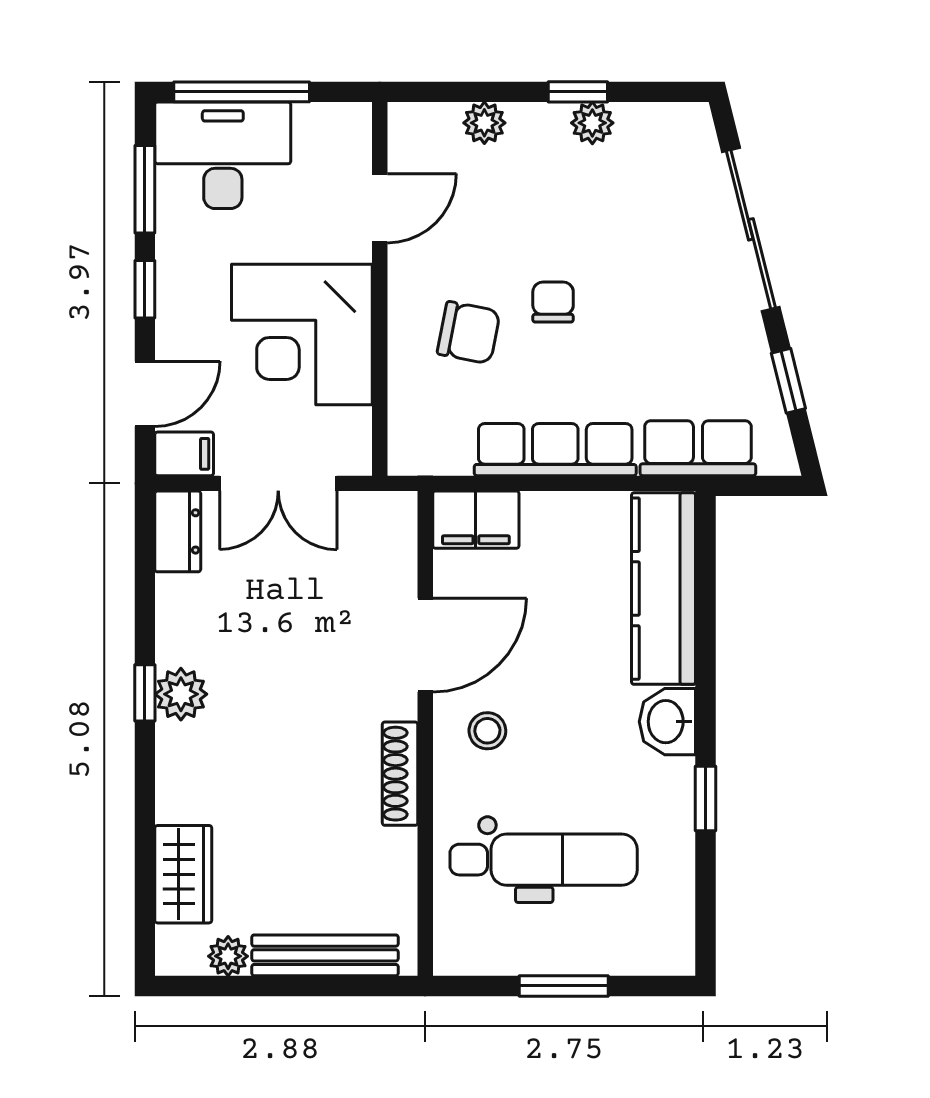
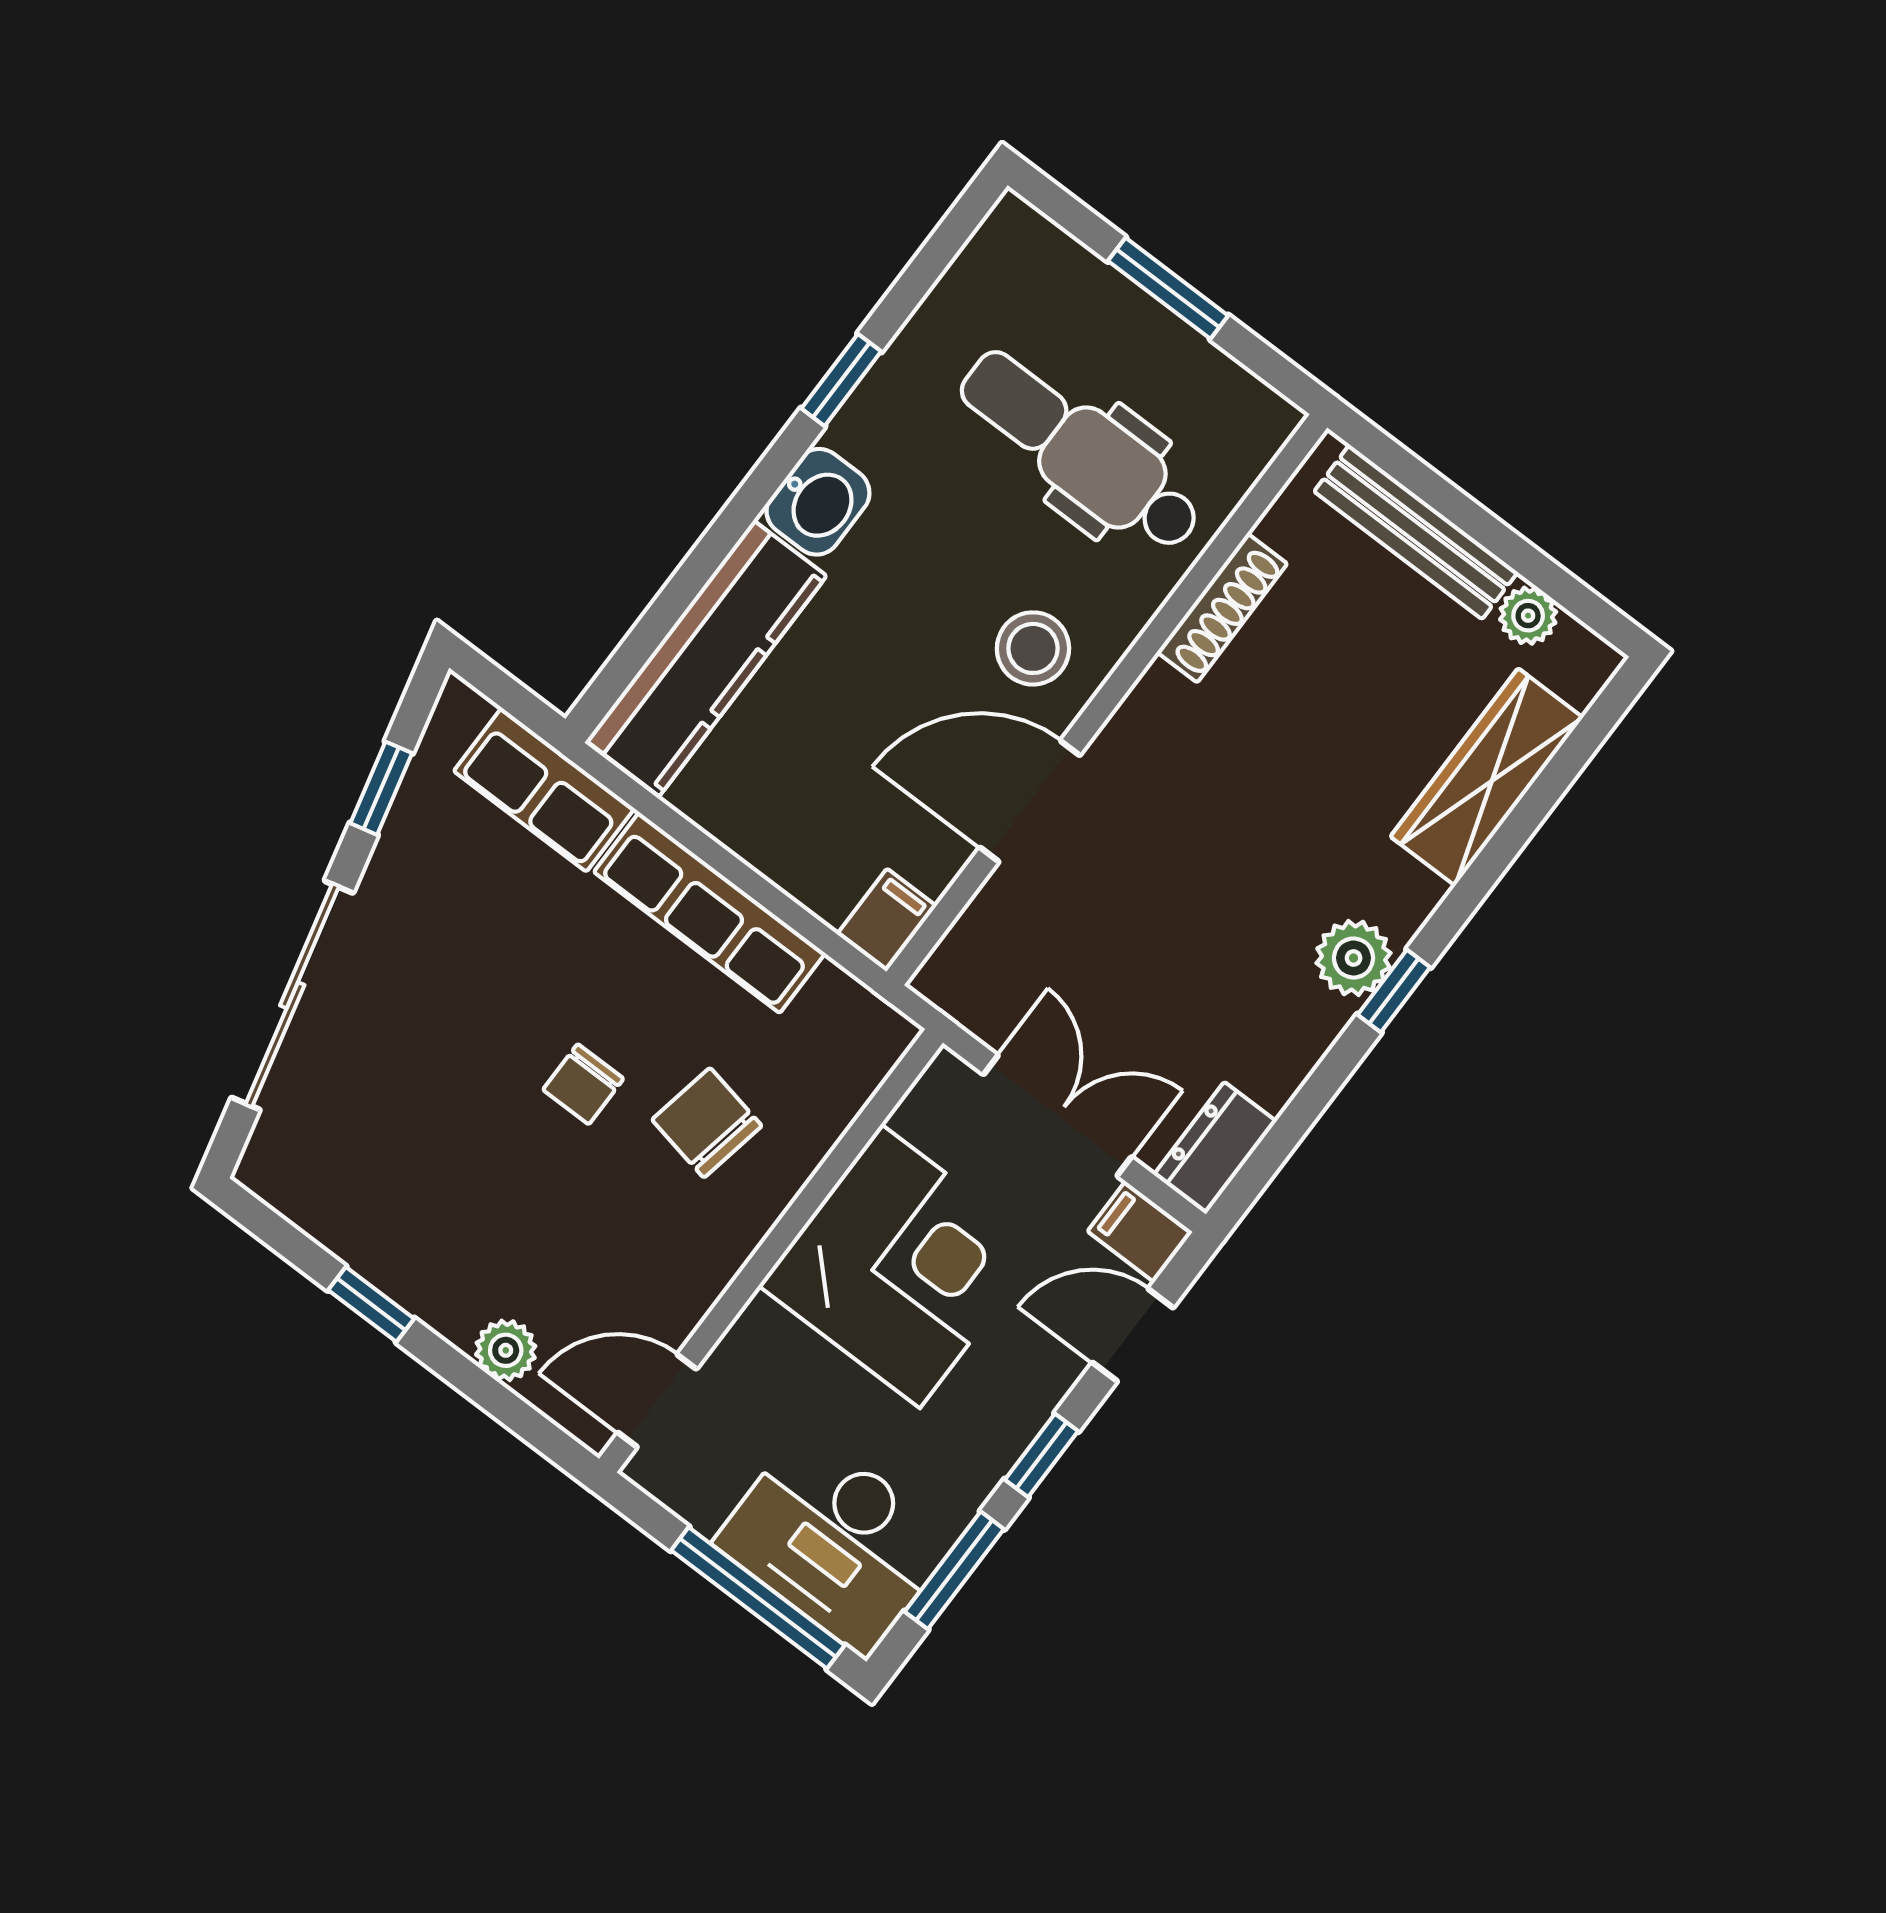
plant: (592, 123) -> (382, 1256), removed
door: (380, 208) -> (657, 1401), moved
filing cabinet: (476, 520) -> (887, 920), width x0.50
stool: (487, 731) -> (1033, 648), width x1.37, depth x1.37
shoe rack: (400, 774) -> (1222, 608), moved
wardrobe: (183, 874) -> (1487, 777), width x1.50

